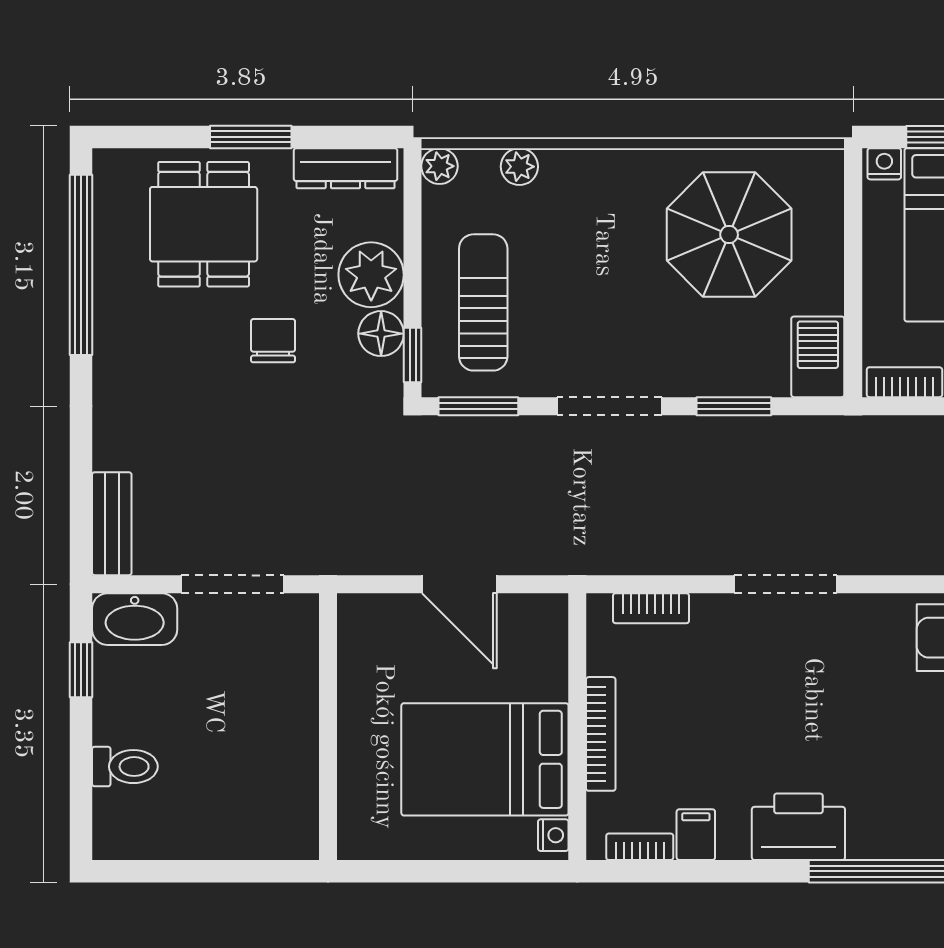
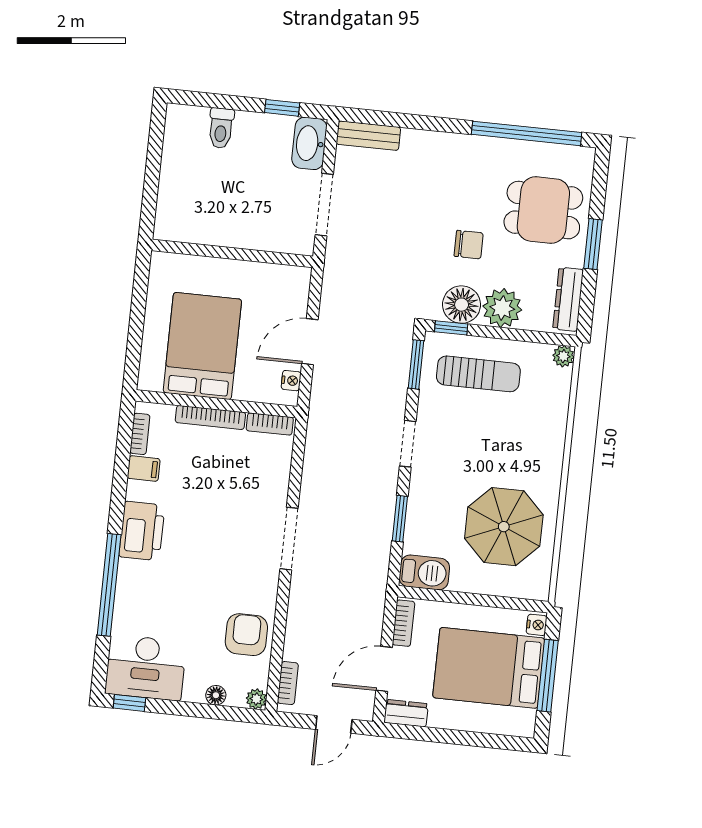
plant: (519, 167) -> (558, 404), removed
floor lamp: (381, 334) -> (462, 305), width x1.38, depth x1.38
doorway: (610, 406) -> (408, 444), width x0.73
bookcase: (651, 608) -> (270, 424), moved, turned -90
nightstand: (553, 835) -> (291, 381), moved, turned -90

